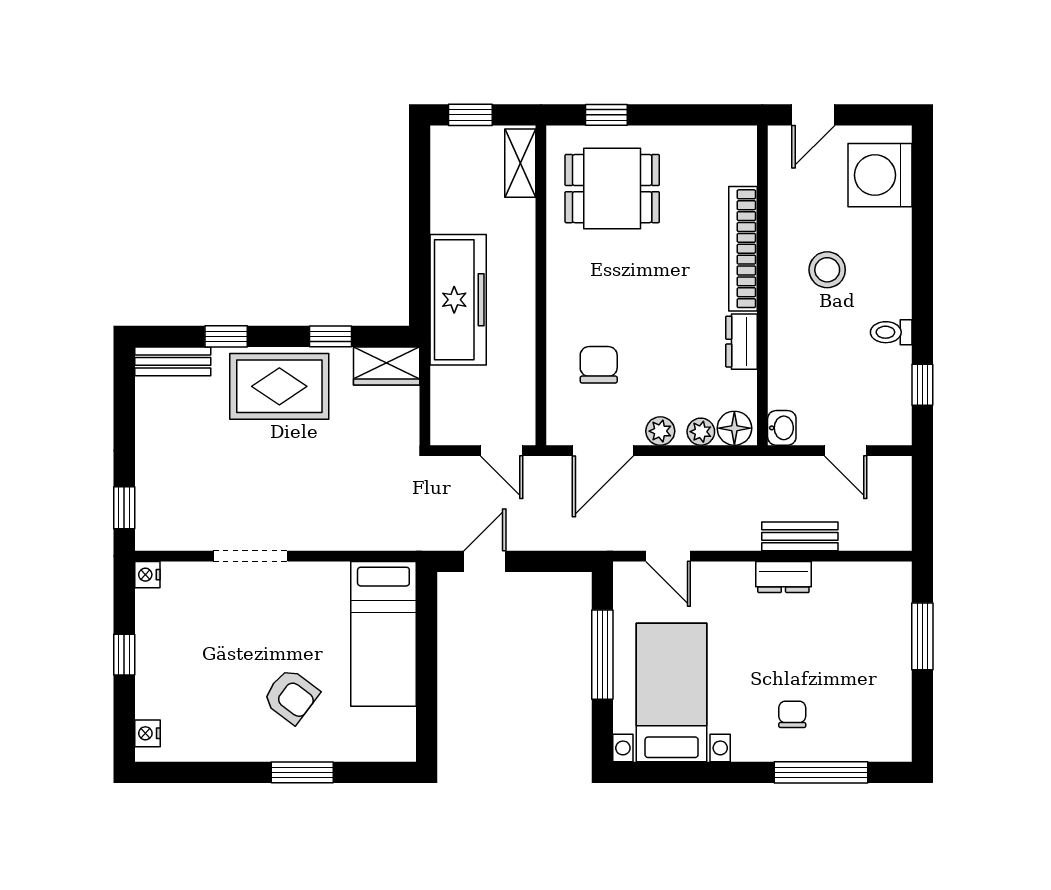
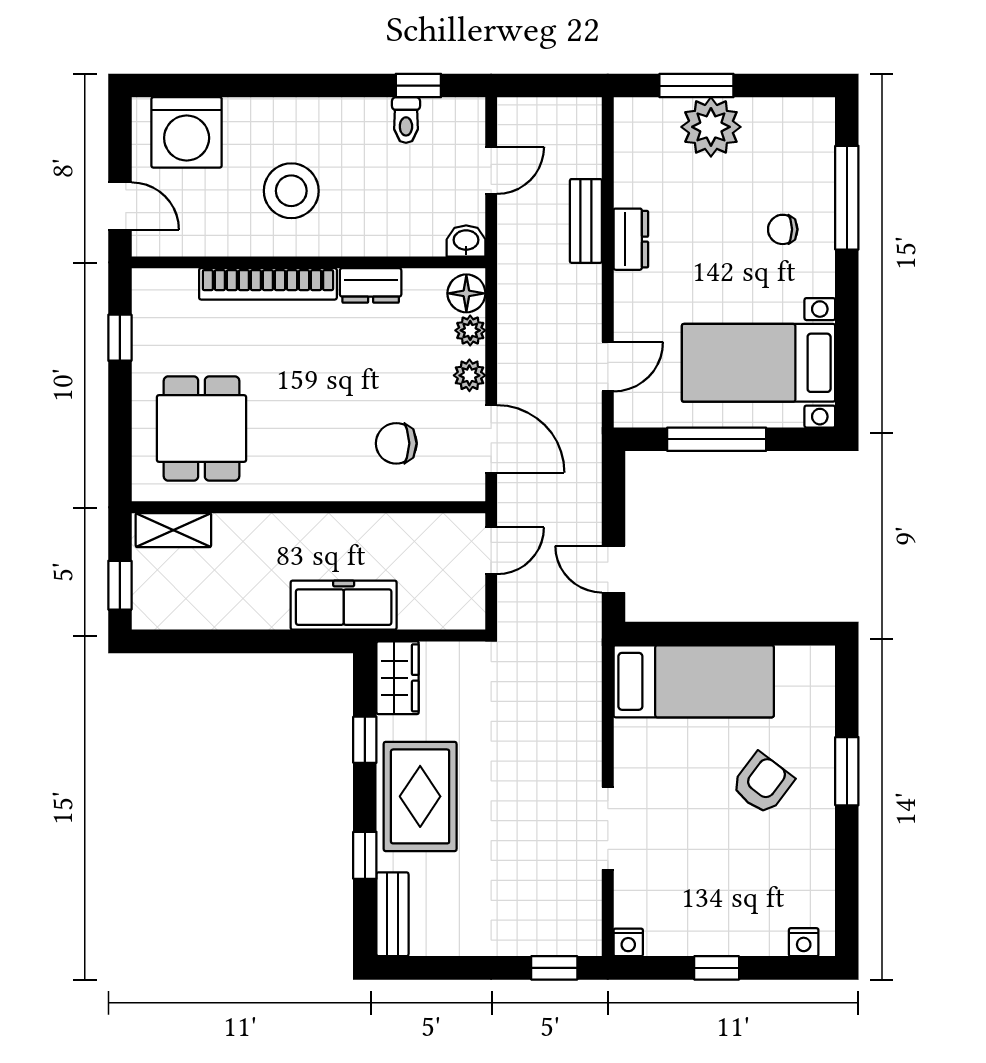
window: (606, 115) -> (120, 338), moved
stool: (827, 270) -> (291, 191), width x1.38, depth x1.38
freezer: (458, 300) -> (344, 605), width x0.73, depth x0.79
toilet: (891, 332) -> (406, 120), moved
plant: (885, 649) -> (711, 127), added

